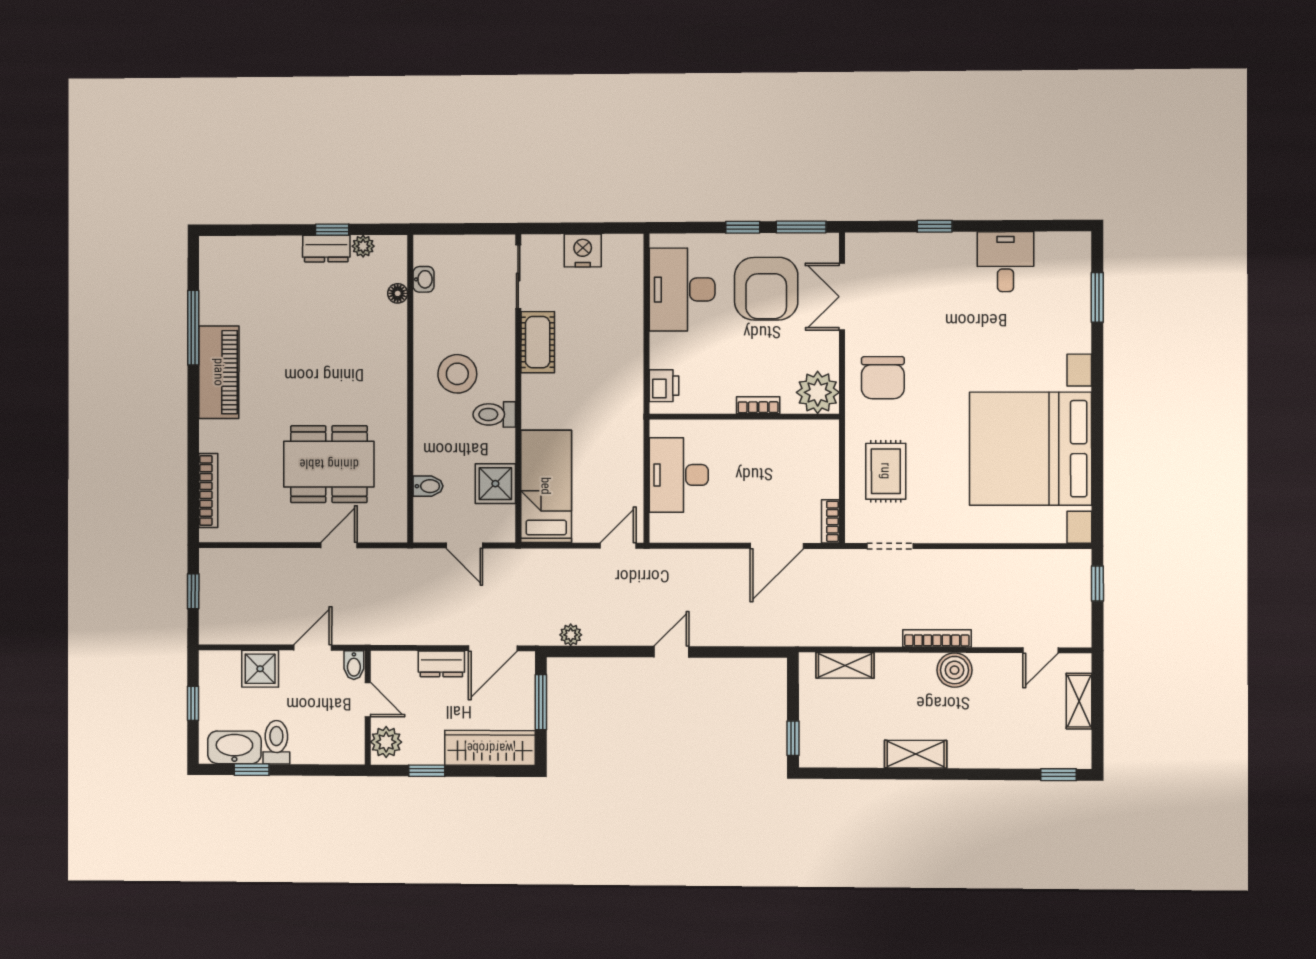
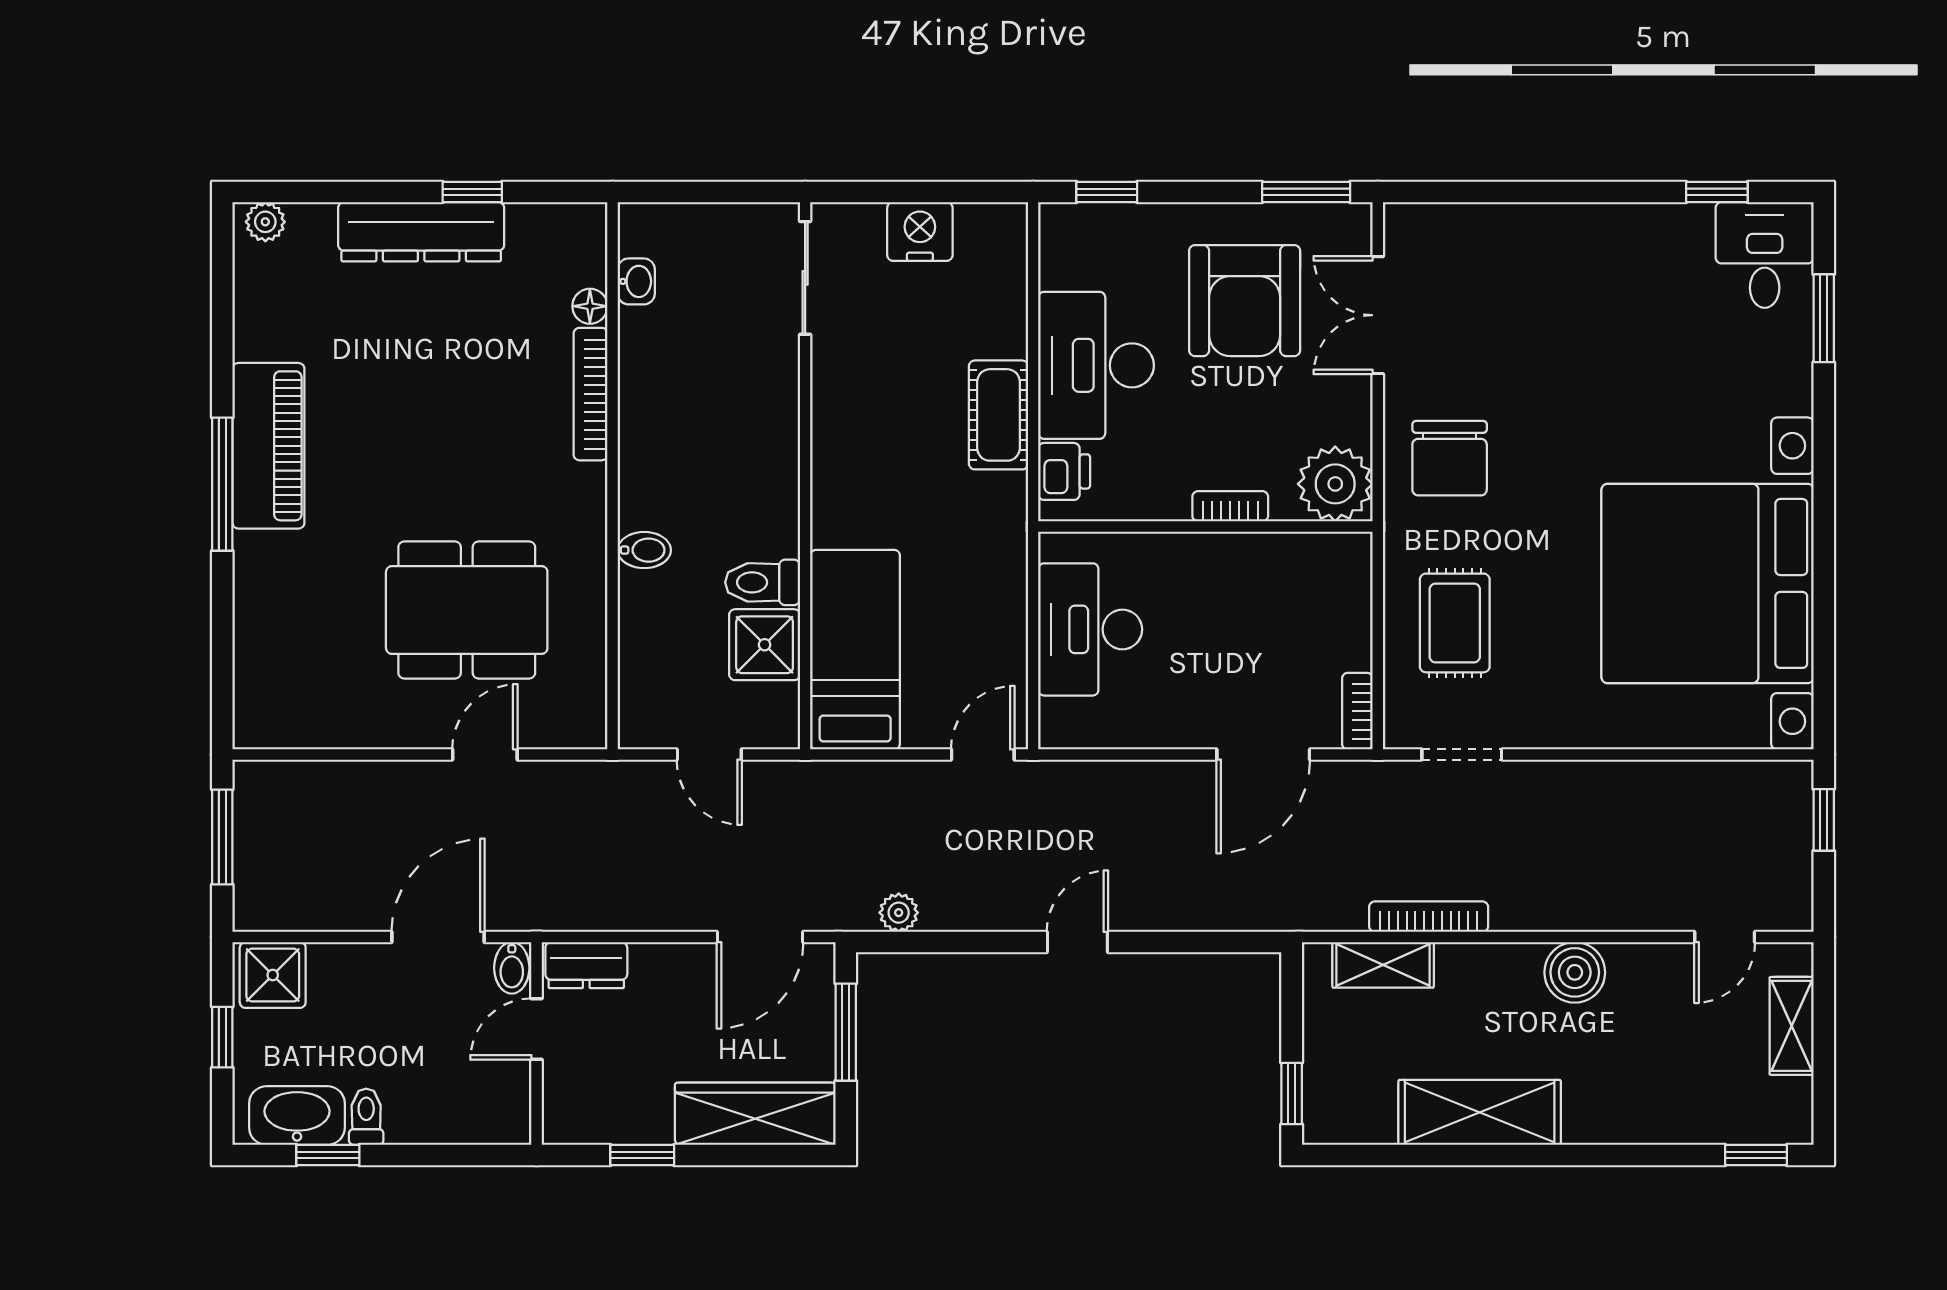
window: (935, 226) -> (1717, 192), moved
window: (743, 227) -> (1107, 192), moved
plant: (363, 246) -> (265, 222), moved
dresser: (326, 249) -> (421, 232), width x1.96, depth x1.24
desk: (1006, 262) -> (1765, 255), moved
desk: (682, 289) -> (1096, 365), moved
window: (193, 328) -> (222, 484), moved
cot: (538, 342) -> (998, 415), moved
stool: (457, 374) -> (697, 450), removed
toilet: (494, 414) -> (763, 582), moved
bidet: (428, 486) -> (644, 550), moved
bookcase: (208, 490) -> (591, 394), moved, turned 180
window: (193, 591) -> (222, 837), width x1.50
bookcase: (937, 638) -> (1429, 917), moved
door: (313, 648) -> (438, 937), width x1.37
dresser: (441, 664) -> (586, 965), moved
shower: (260, 669) -> (273, 975), moved
door: (368, 700) -> (537, 1029), swing flipped
toilet: (276, 742) -> (366, 1117), width x0.73, depth x0.72
plant: (386, 742) -> (570, 1104), removed
shelving: (916, 754) -> (1480, 1112), width x1.50, depth x1.33

